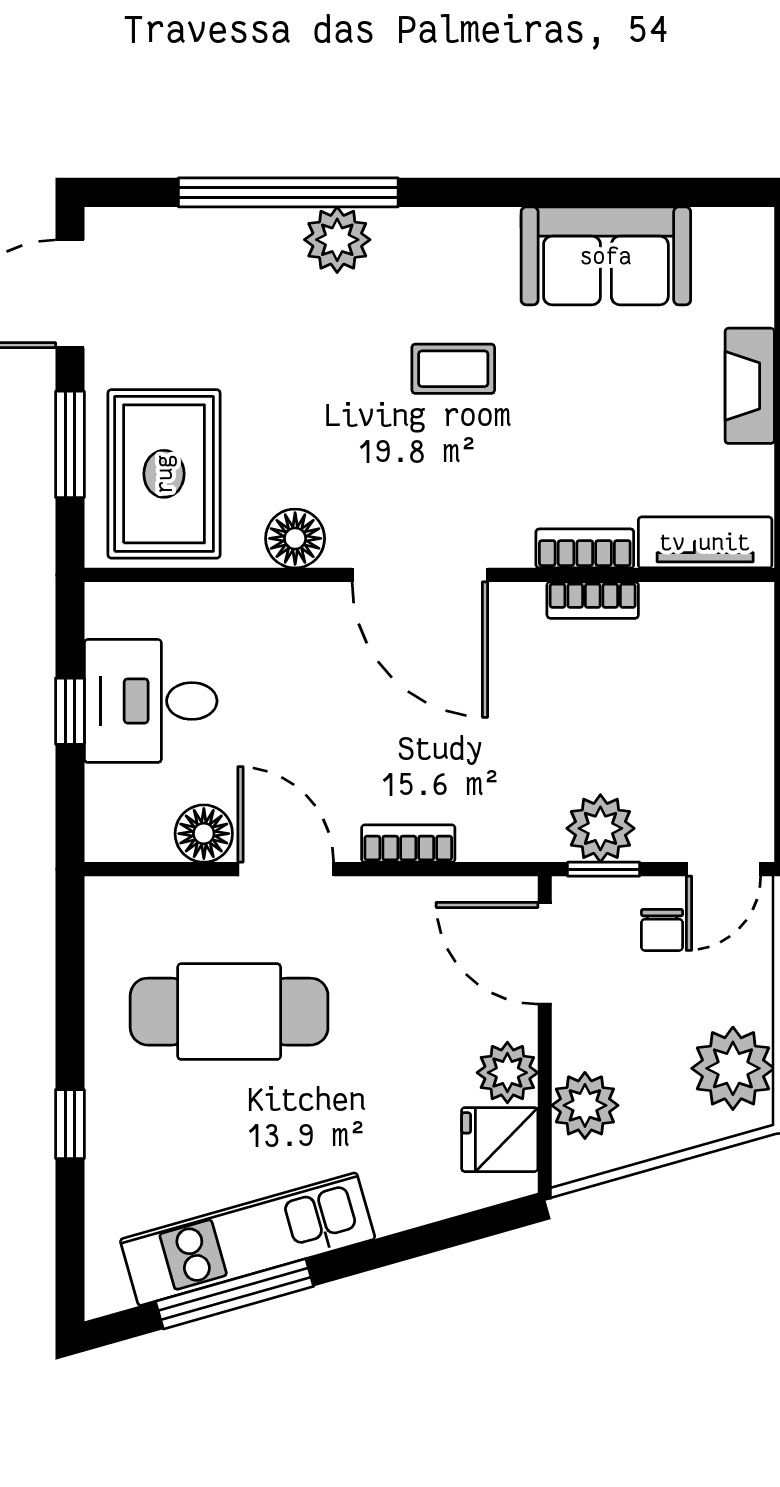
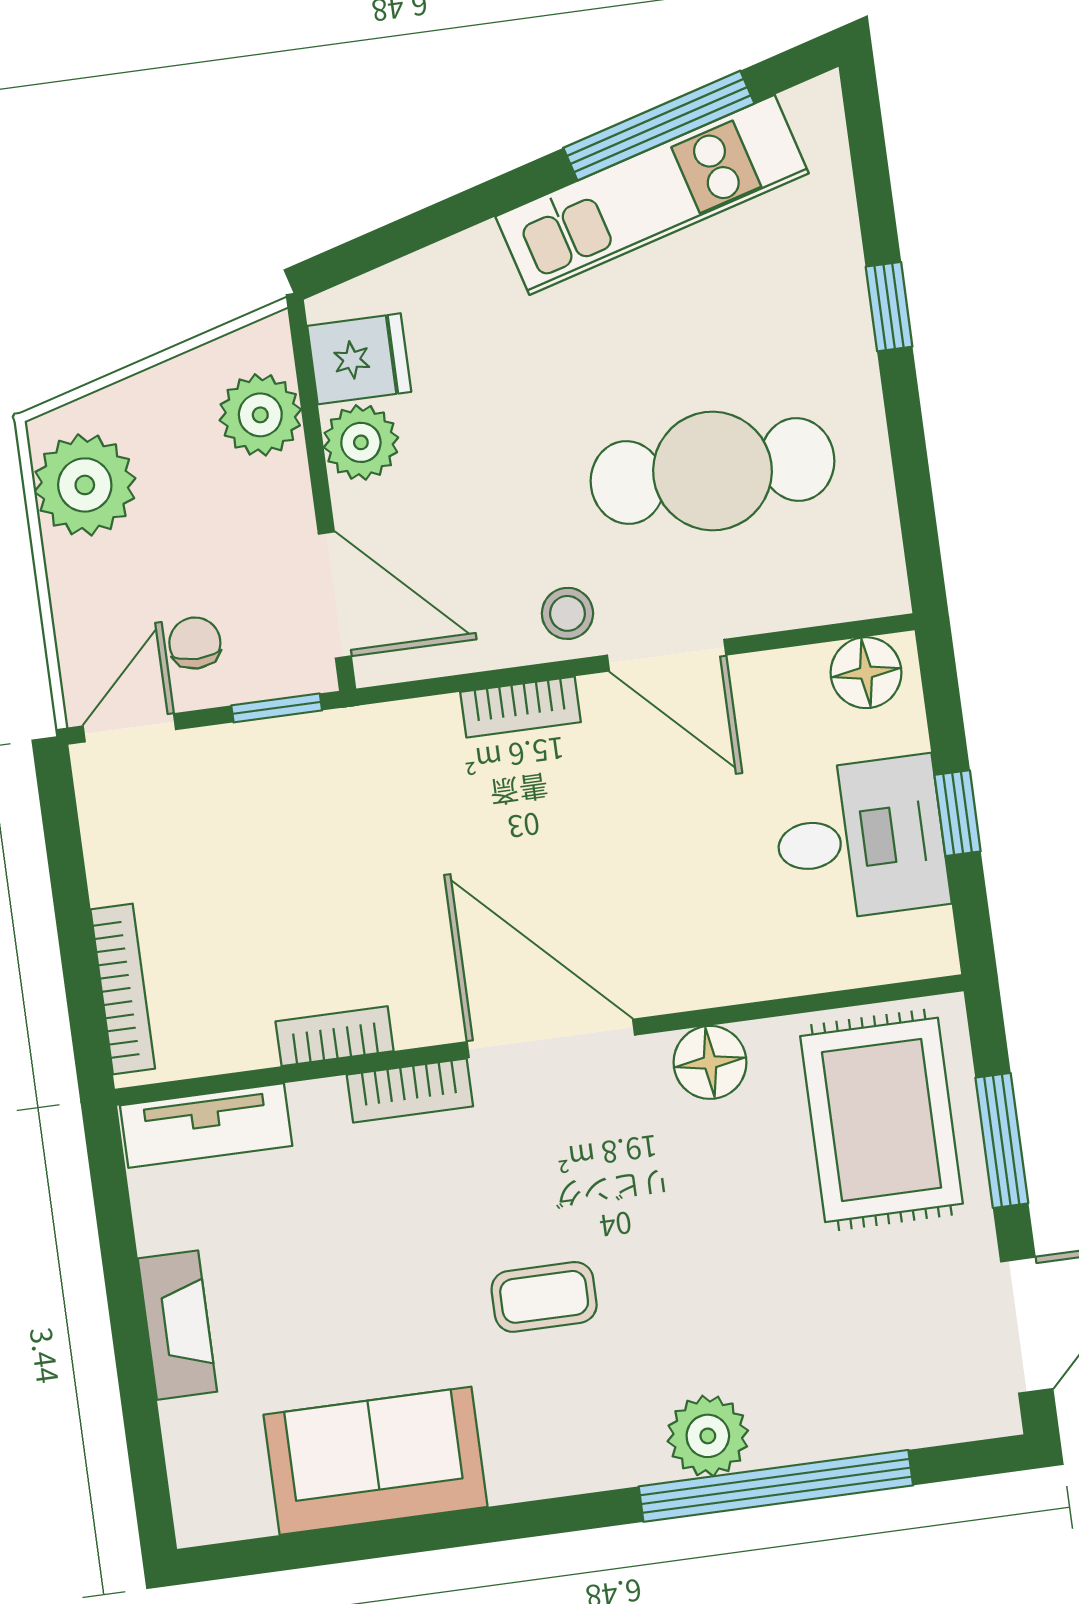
bookcase: (585, 548) -> (410, 1091), moved
bookcase: (757, 661) -> (123, 989), added
plant: (600, 828) -> (287, 757), removed
floor lamp: (204, 834) -> (866, 673), moved
stool: (361, 913) -> (567, 613), added

